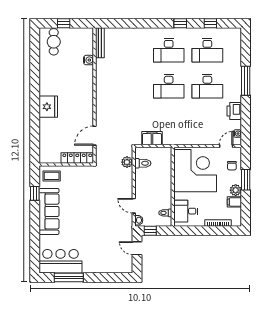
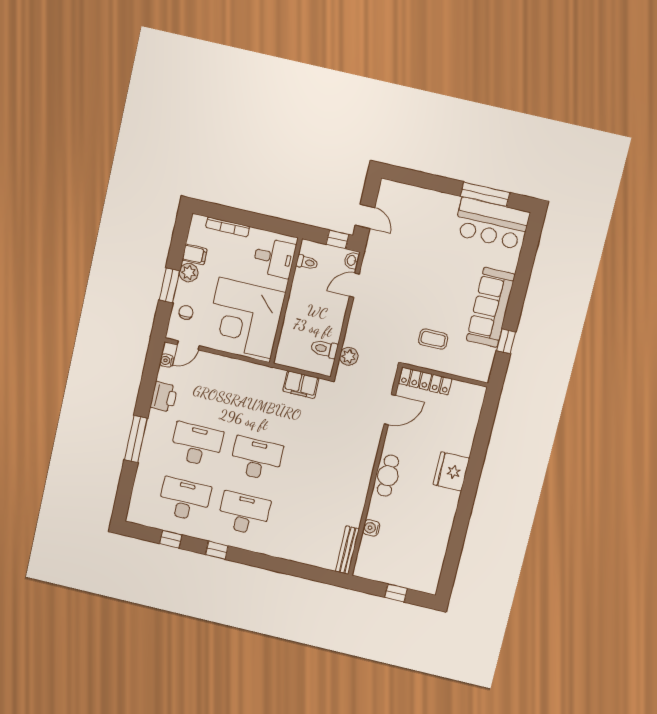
cafe table: (54, 42) -> (388, 476), moved
coffee table: (52, 176) -> (433, 339), moved
door: (134, 206) -> (354, 285), swing flipped

